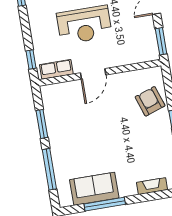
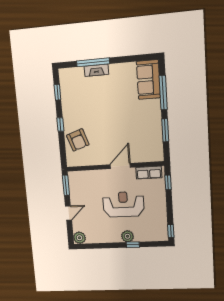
fireplace: (152, 186) -> (96, 70), moved
sofa: (94, 189) -> (148, 80), moved, turned 90
window: (105, 204) -> (93, 62), moved

